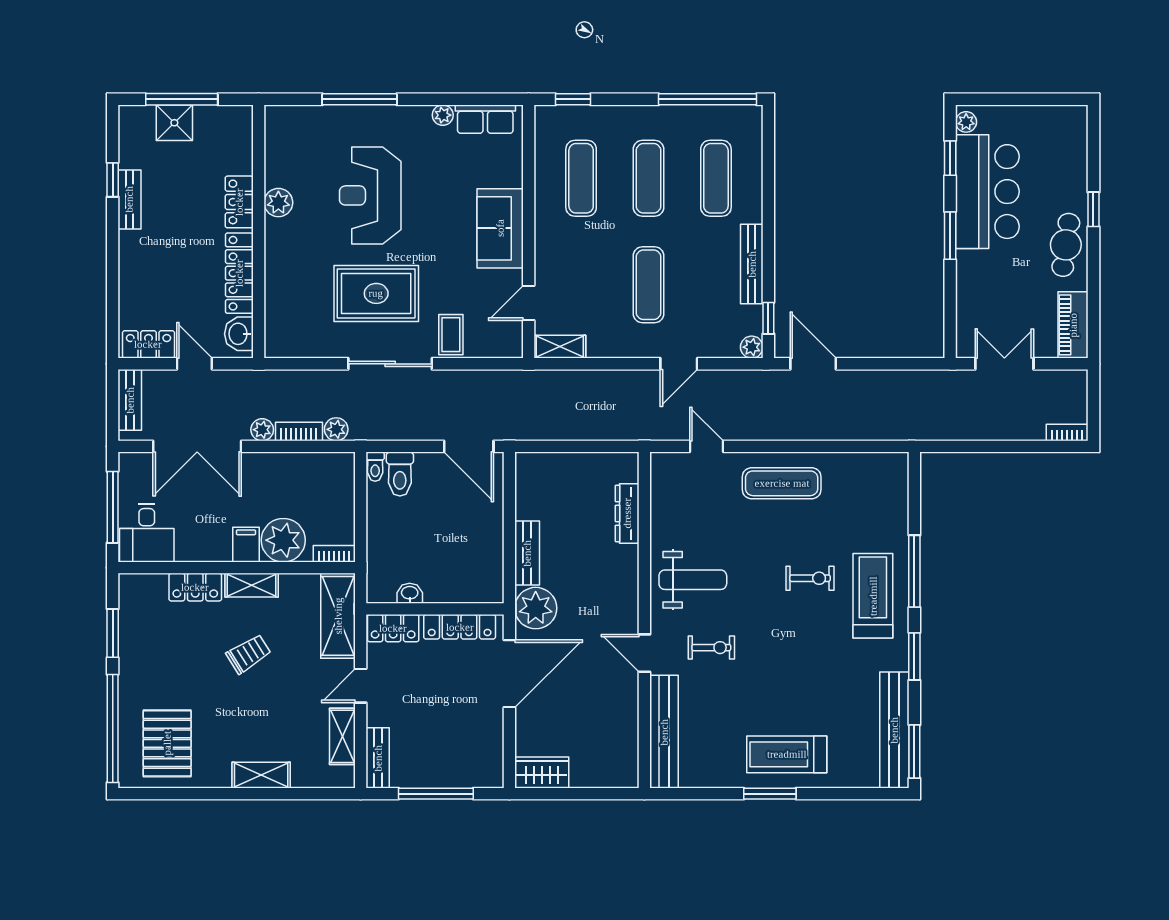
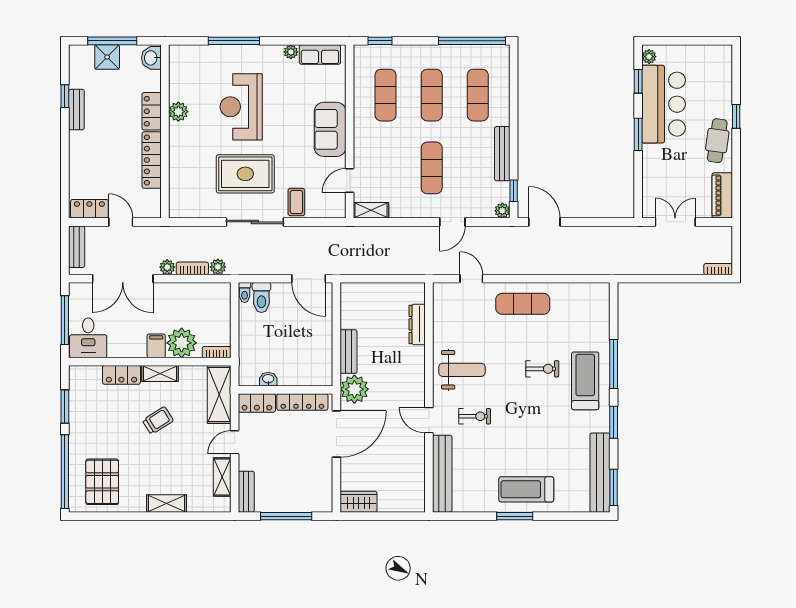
washbasin: (239, 334) -> (151, 58), moved

